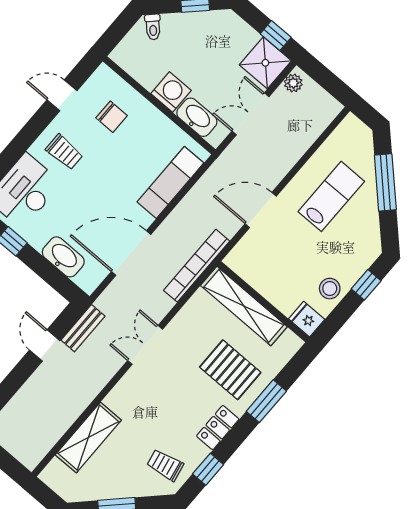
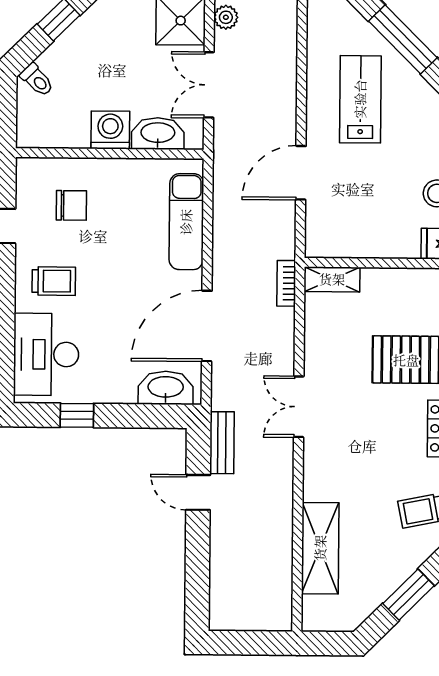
washbasin: (63, 257) -> (166, 388), moved
bookcase: (197, 266) -> (286, 283), width x0.43, depth x0.76
shelving: (244, 306) -> (332, 279), width x0.45, depth x0.75

